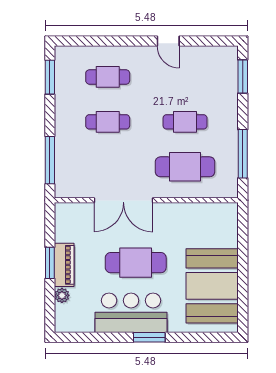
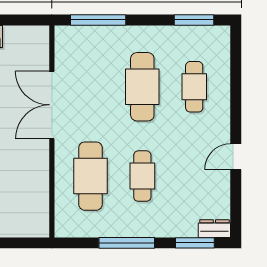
dresser: (230, 59) -> (214, 229), added
cafe table: (108, 122) -> (142, 87), width x1.37, depth x1.35
window: (243, 154) -> (127, 243), moved

